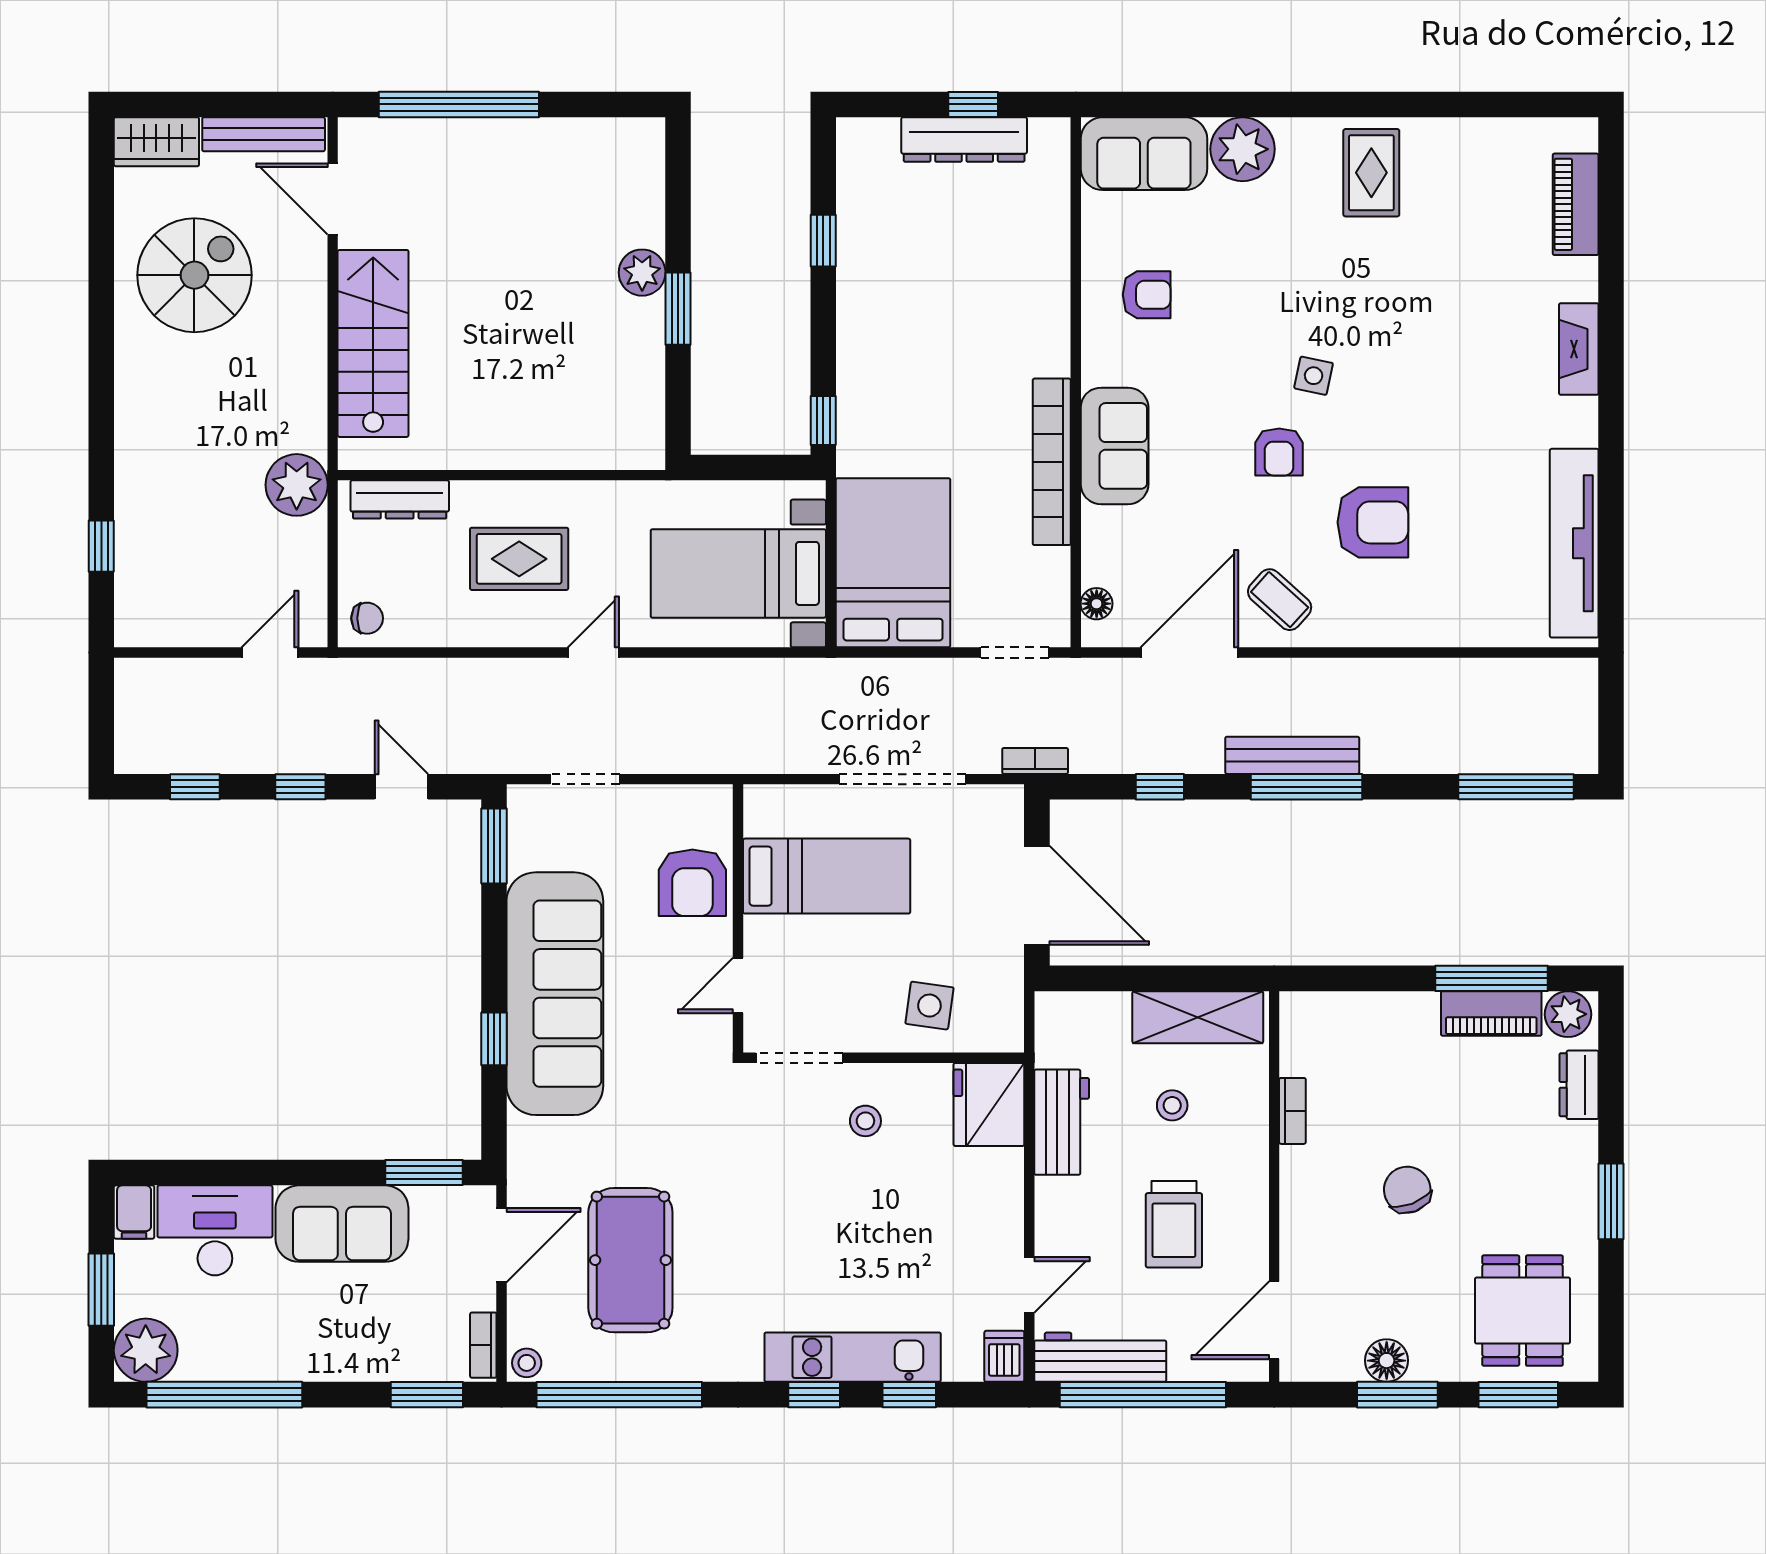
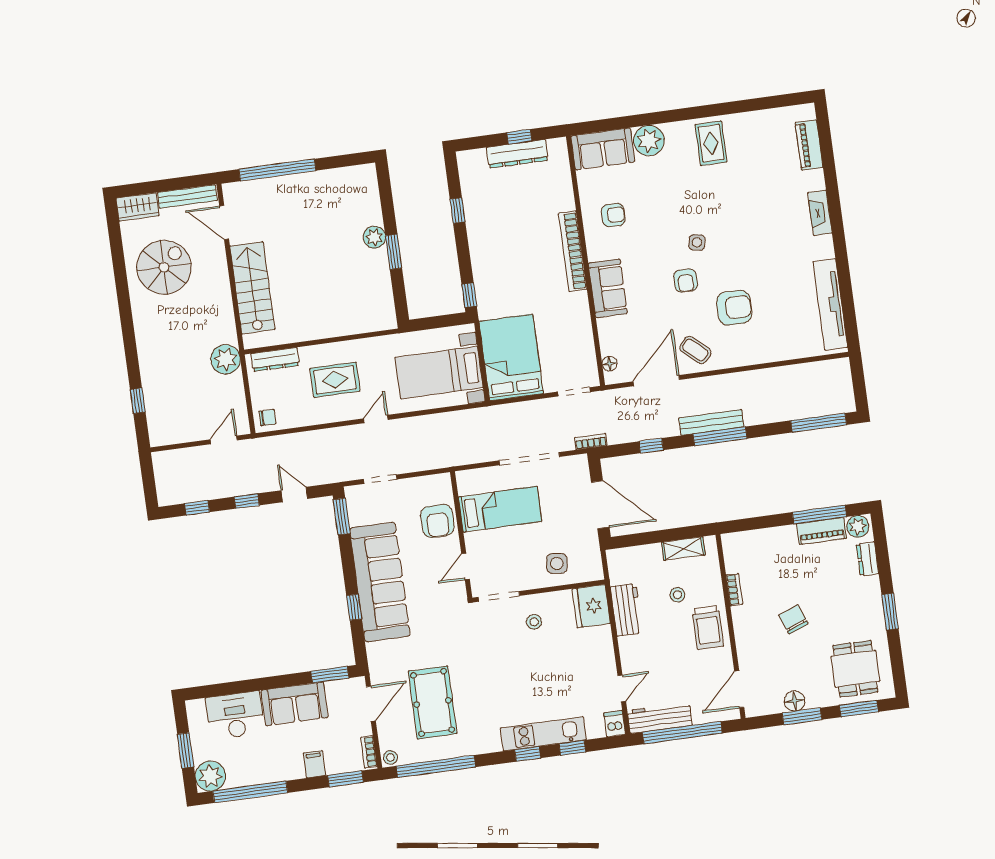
bookcase: (1052, 462) -> (573, 251), moved
shelving: (1198, 1017) -> (683, 549), width x0.67, depth x0.75
filing cabinet: (134, 1212) -> (315, 764), moved, turned 180
trolley: (1174, 1224) -> (708, 627), moved

